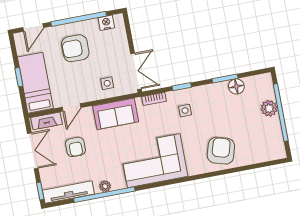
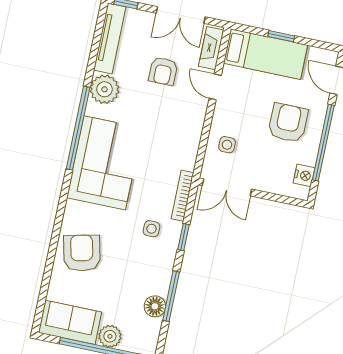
window: (225, 78) -> (171, 296), width x1.44
bookcase: (154, 99) -> (183, 196), width x1.56
sofa: (116, 114) -> (70, 322), moved, turned 90
armchair: (75, 147) -> (163, 71), turned -90
armchair: (221, 151) -> (82, 253), turned -119
plant: (105, 186) -> (104, 89), width x1.88, depth x1.88
window: (104, 195) -> (78, 128), moved

